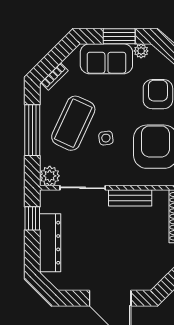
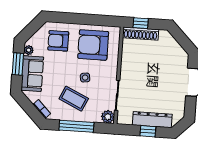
coffee table: (73, 123) -> (74, 99), width x0.73, depth x0.76
bench: (130, 198) -> (126, 64), removed
window: (32, 218) -> (148, 131), moved

